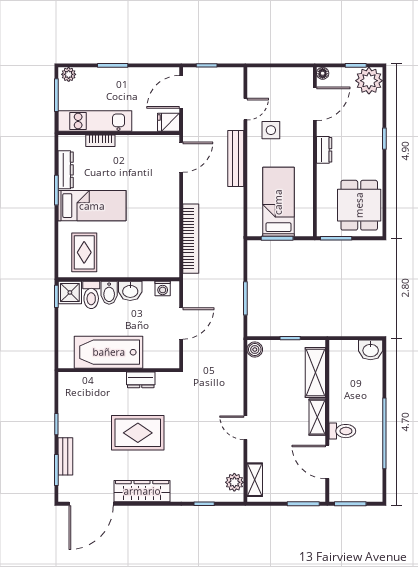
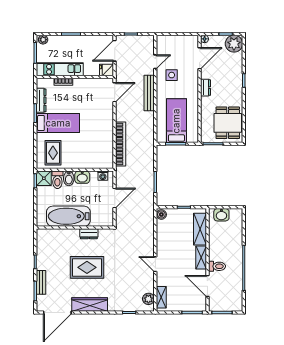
washbasin: (371, 350) -> (221, 215), moved

